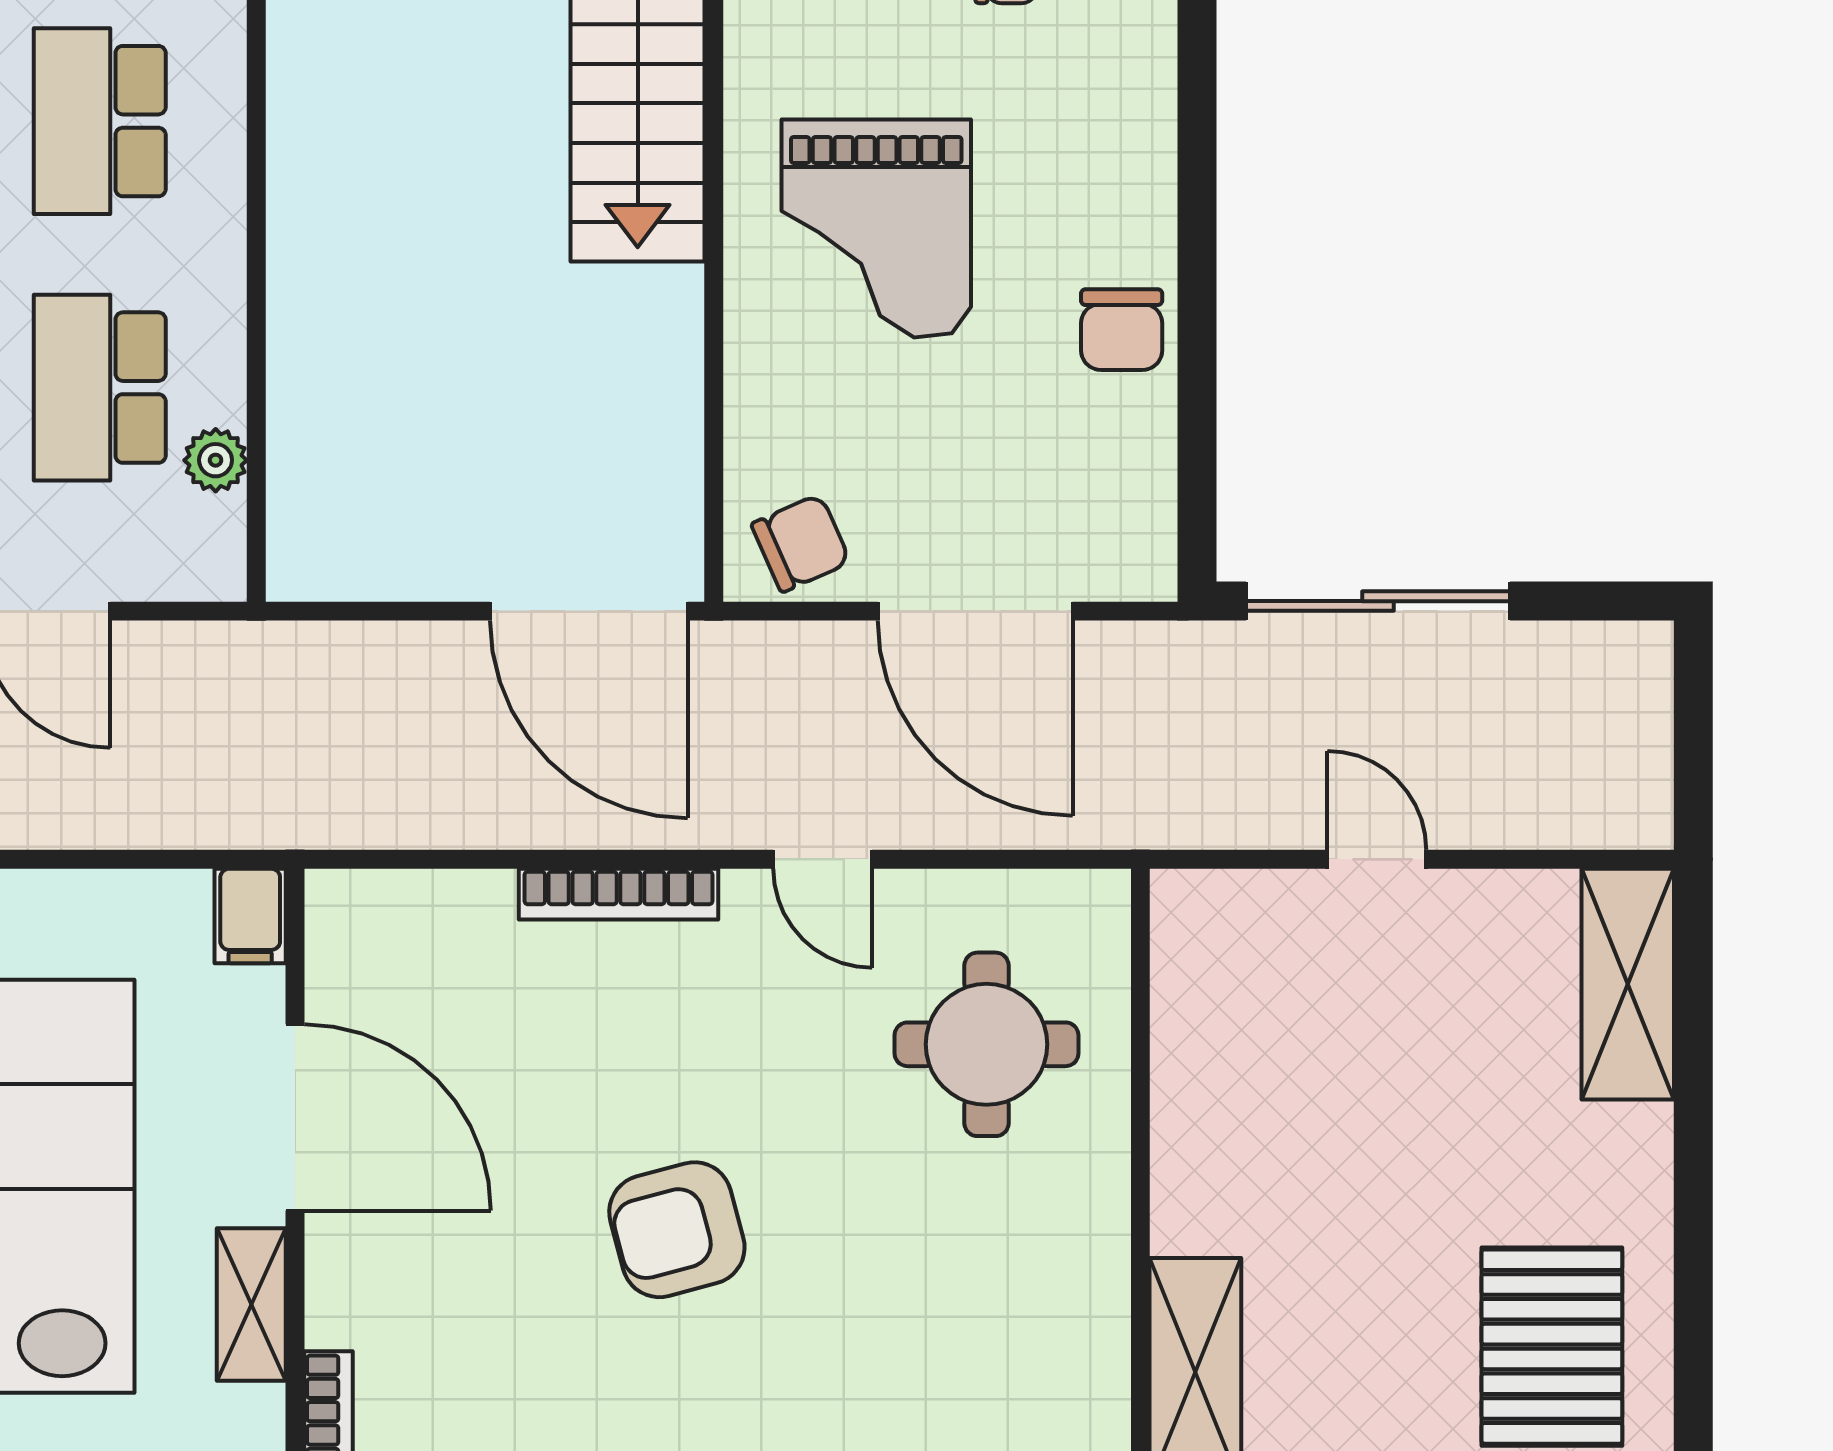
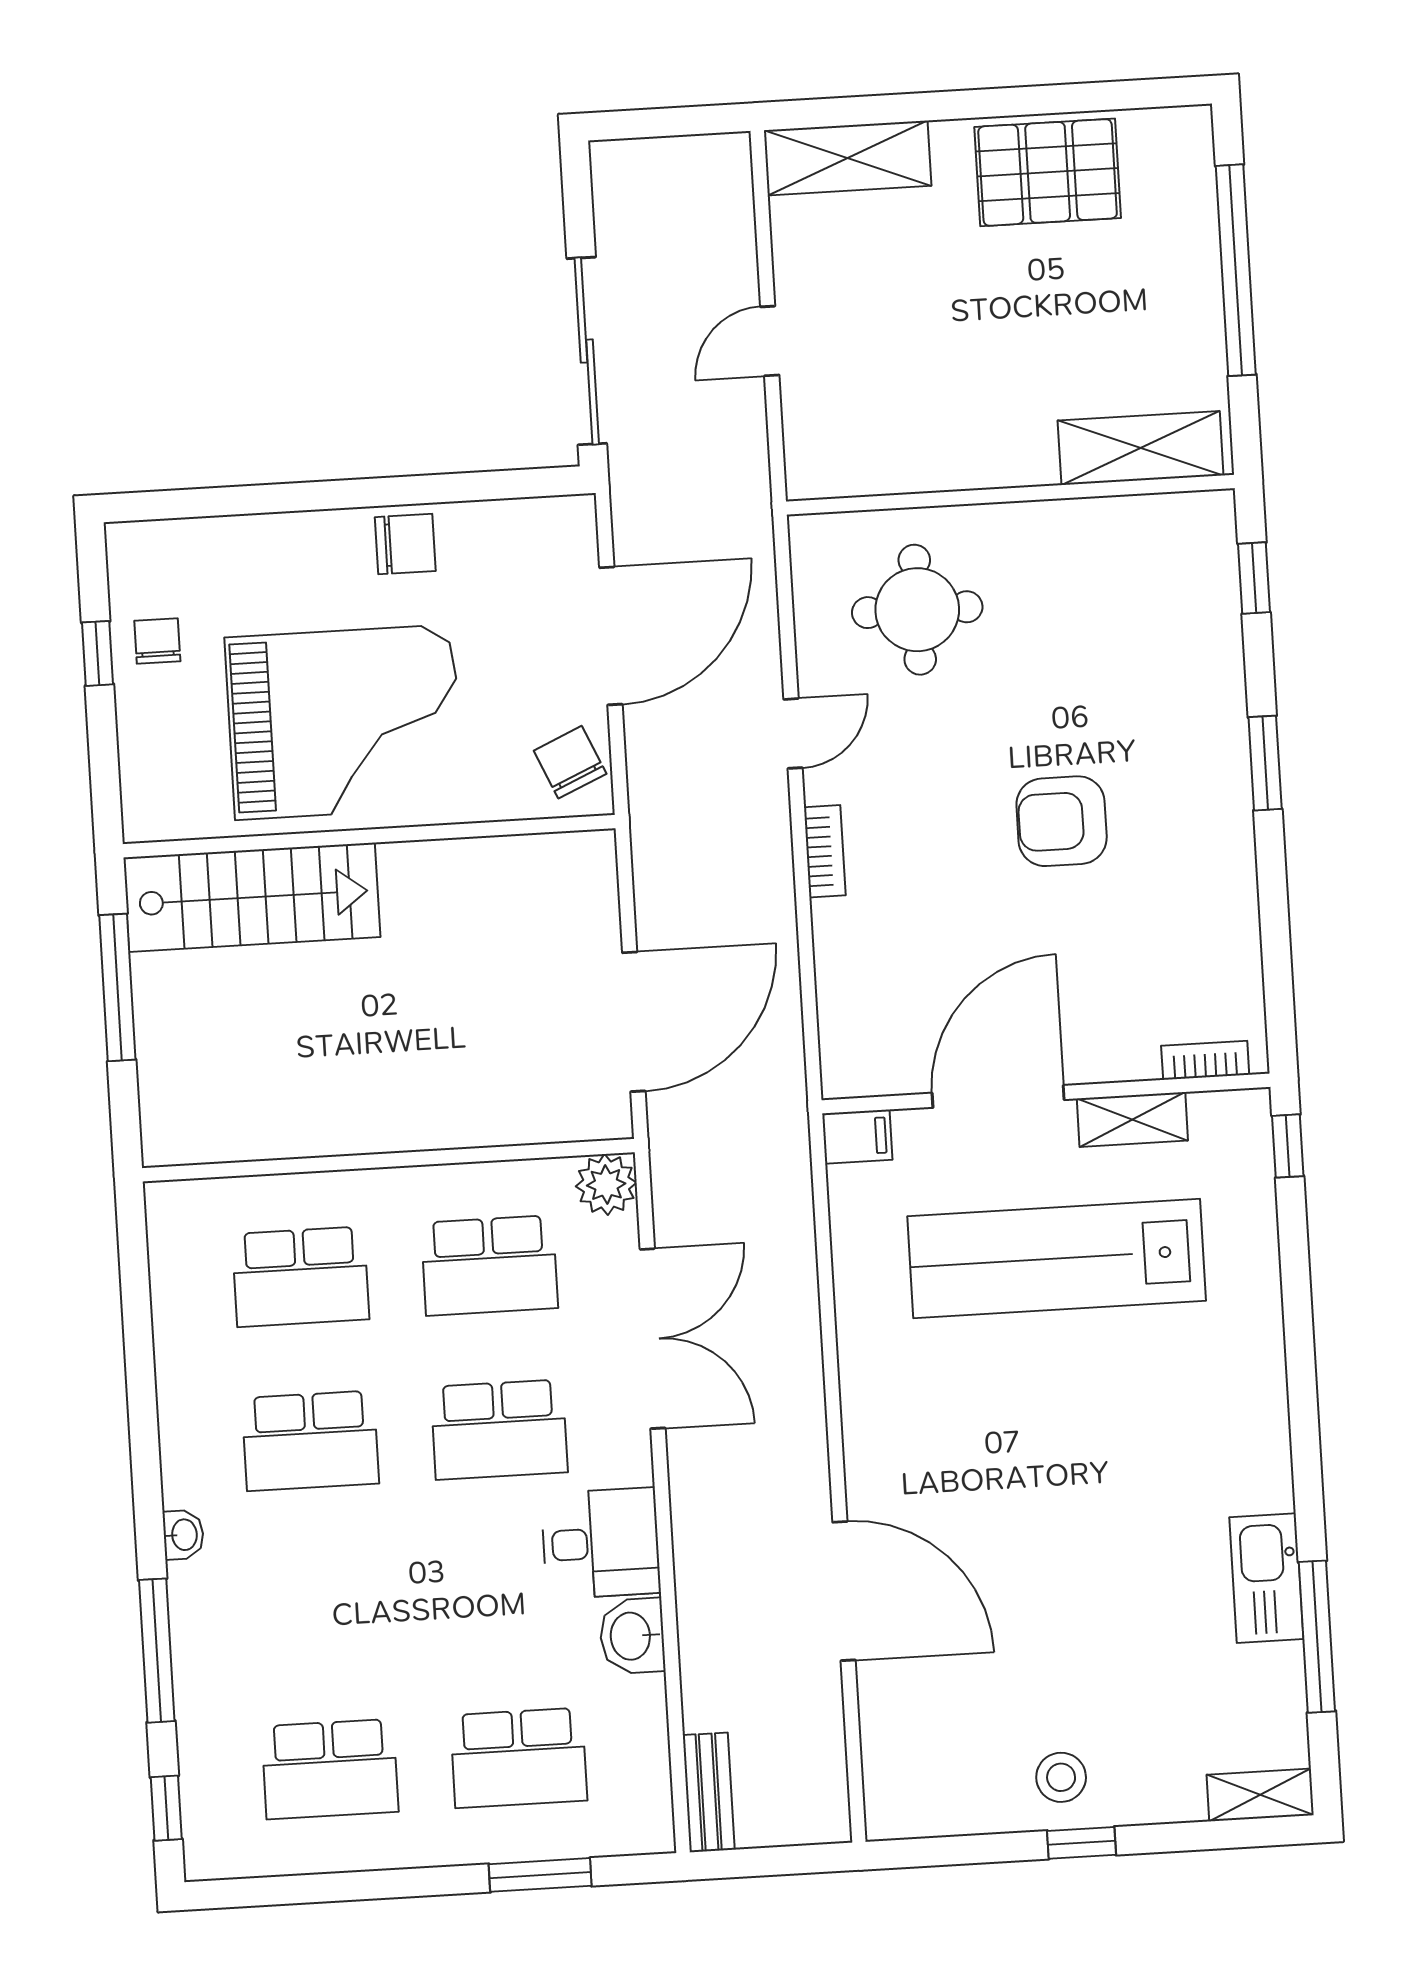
grand piano: (876, 229) -> (344, 722), width x1.37, depth x1.48
plant: (216, 460) -> (606, 1185), moved, width x1.38, depth x1.38
door: (589, 611) -> (634, 1022), moved
bookcase: (618, 894) -> (825, 851), width x0.64
armchair: (677, 1230) -> (1062, 821), turned 105
pallet: (1552, 1347) -> (1048, 172), moved

